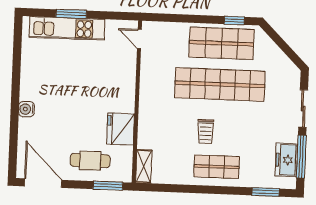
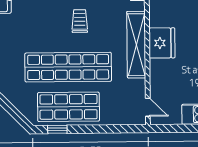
shelving: (148, 104) -> (136, 45), added
fridge: (121, 129) -> (162, 43), moved

